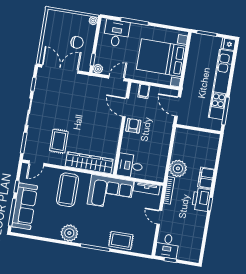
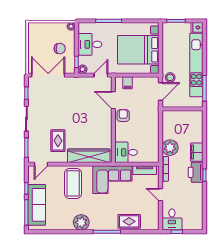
desk: (116, 33) -> (90, 44), moved, turned -90
stool: (191, 93) -> (170, 77), added
door: (178, 107) -> (160, 92), swing flipped

